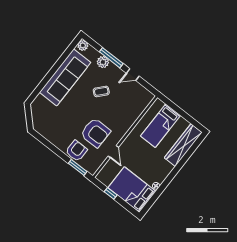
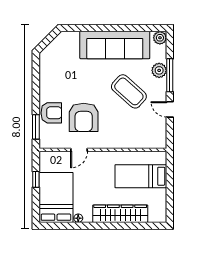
coffee table: (101, 91) -> (129, 91), width x1.86, depth x1.72
wardrobe: (183, 145) -> (120, 214), moved

